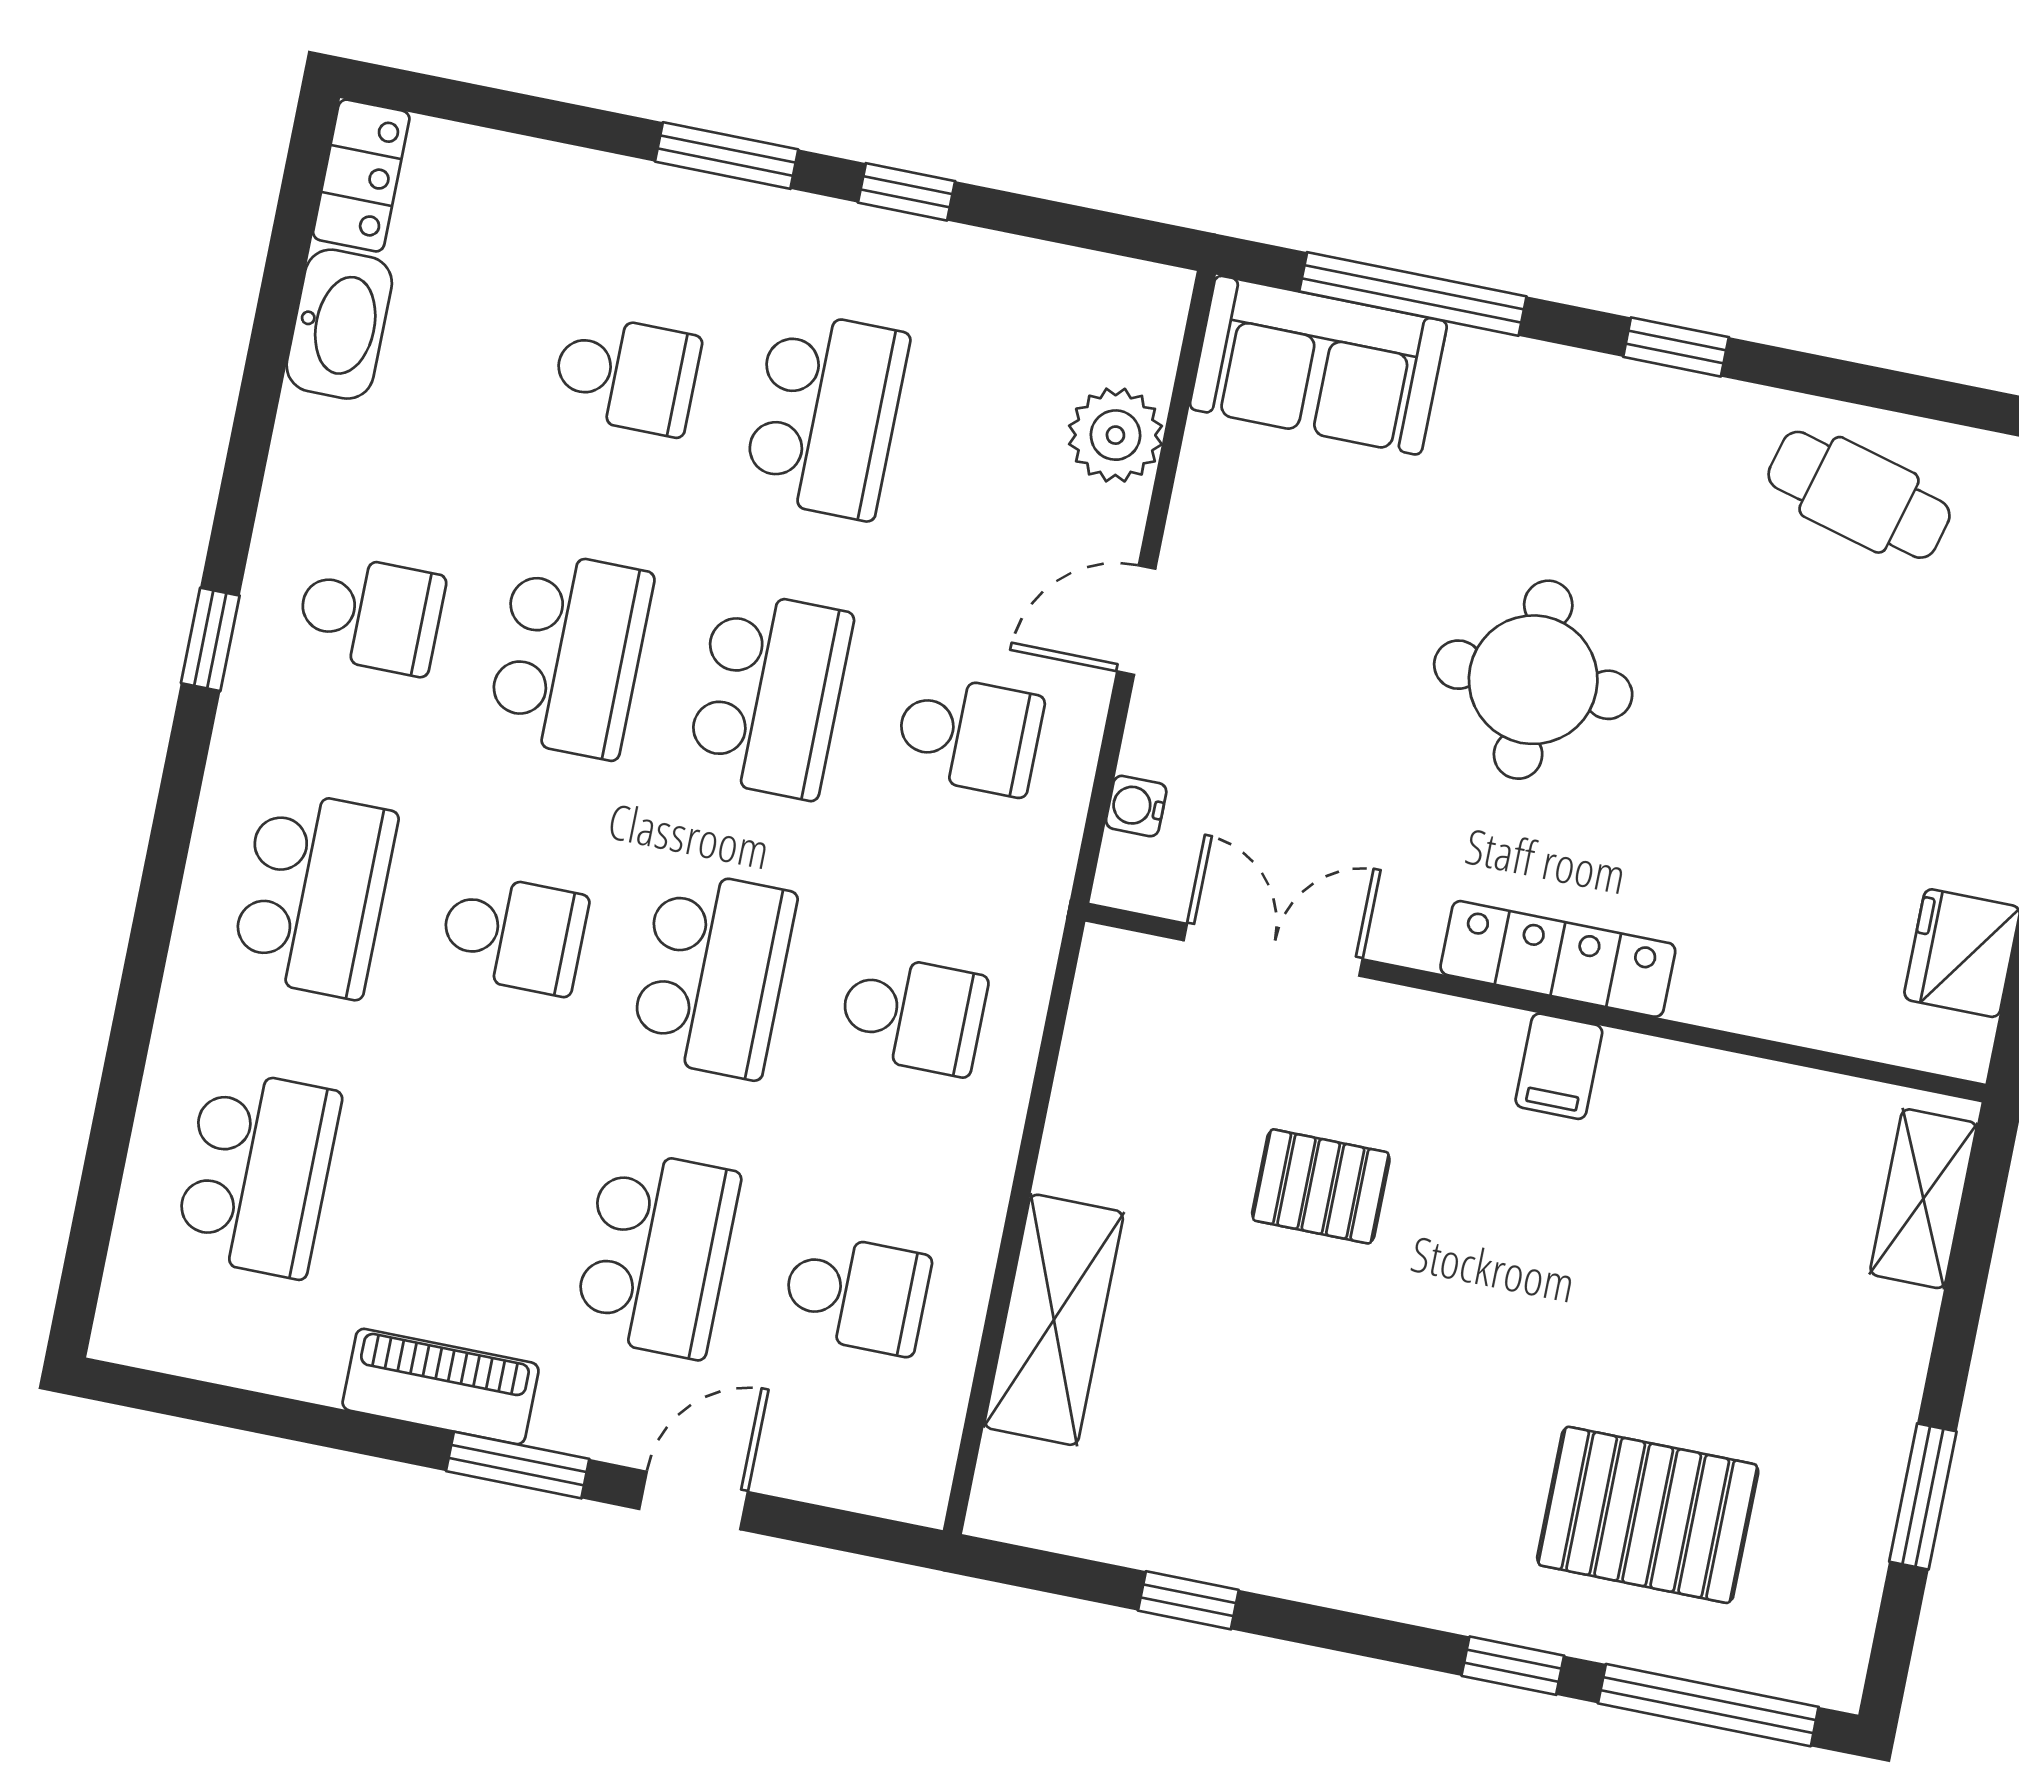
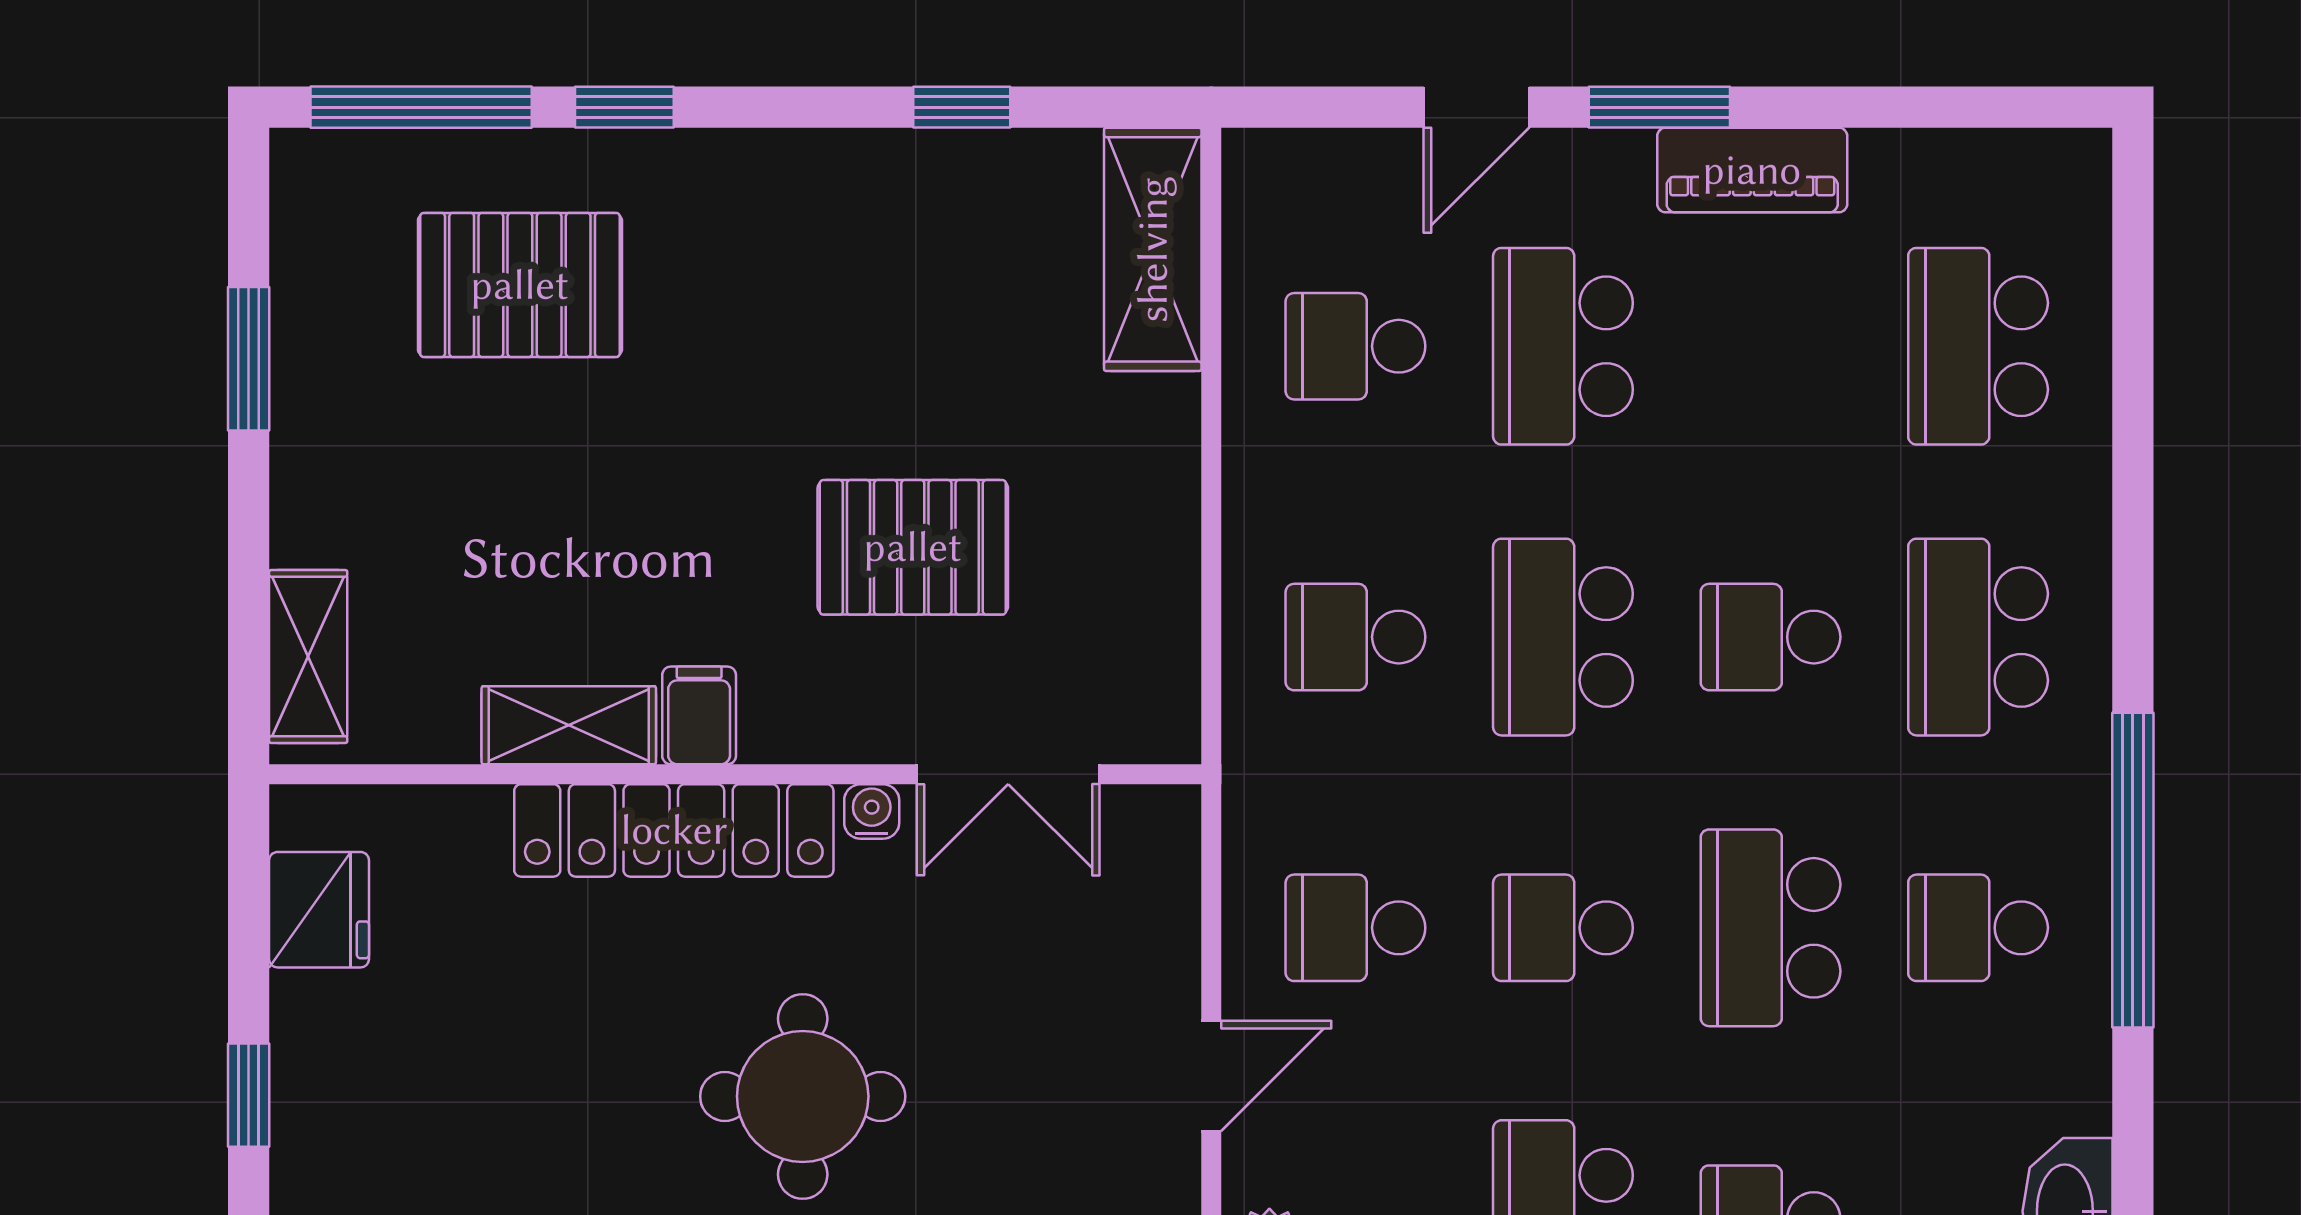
window: (210, 639) -> (2133, 870), width x3.17
school desk: (769, 694) -> (1563, 928), width x0.54
water cooler: (1136, 806) -> (872, 812), moved, turned -90
locker: (1558, 959) -> (674, 830), width x1.41, depth x1.21
shelving: (1686, 1082) -> (569, 725), added
pallet: (1321, 1186) -> (913, 547), width x1.50, depth x1.42
shelving: (1054, 1320) -> (1153, 249), moved

